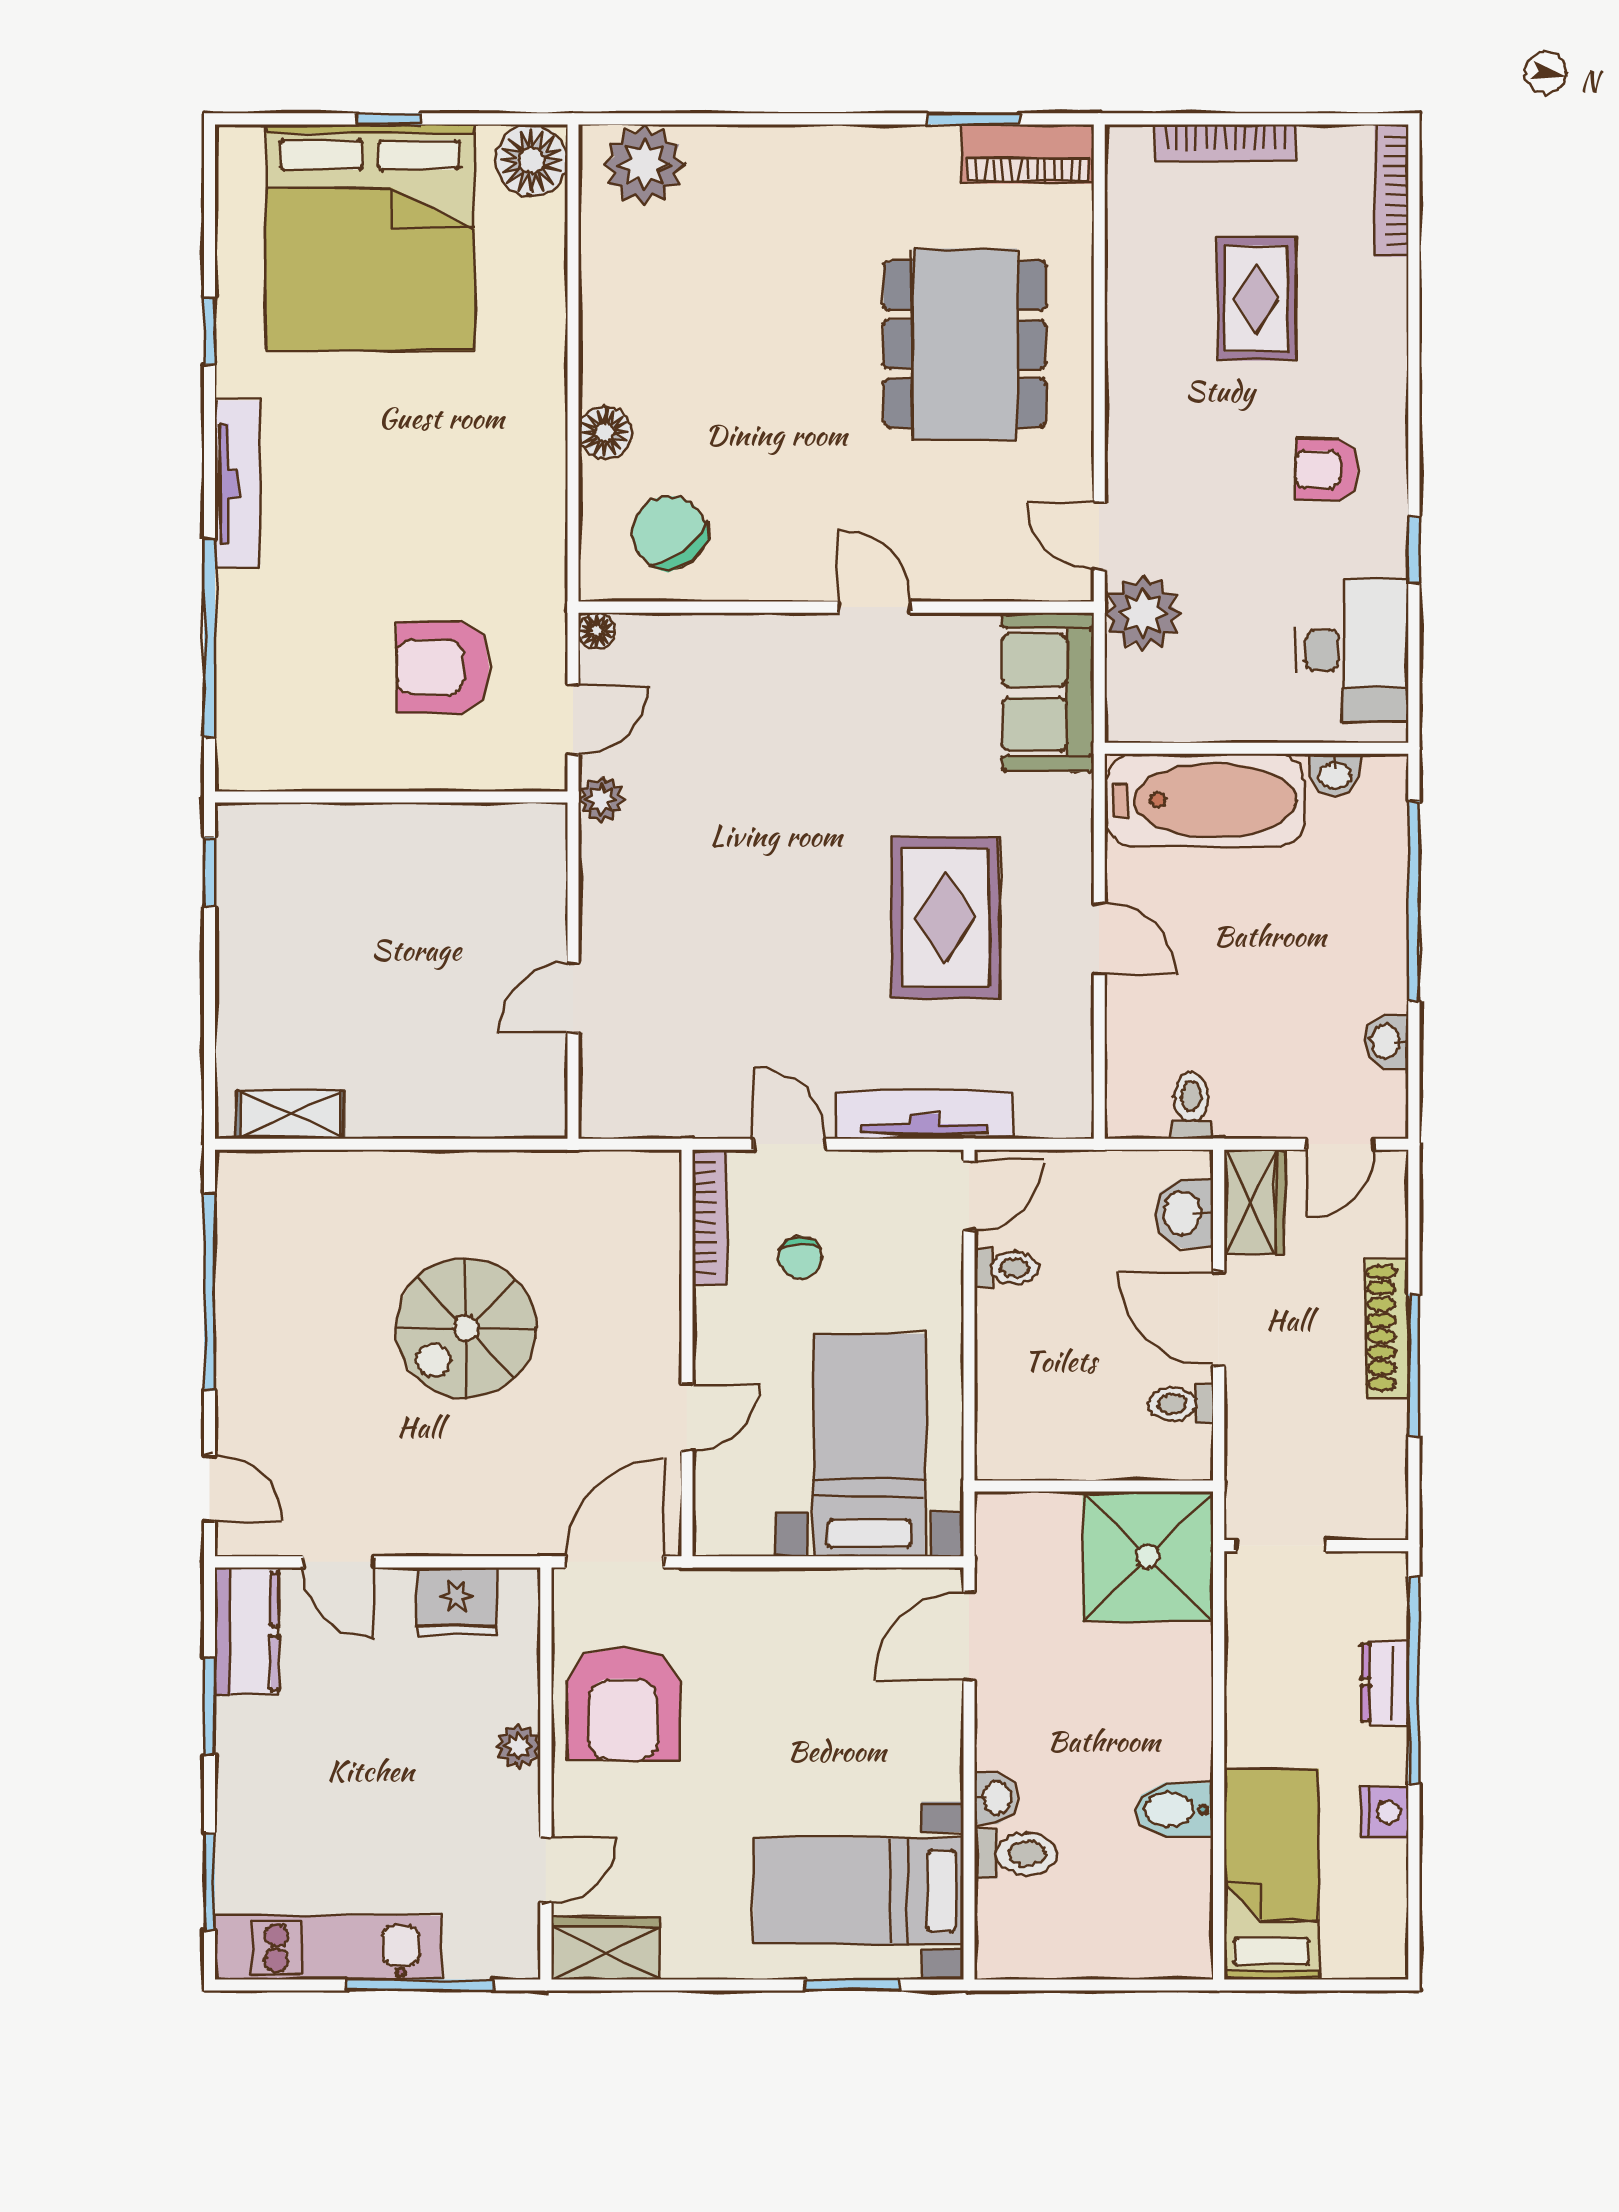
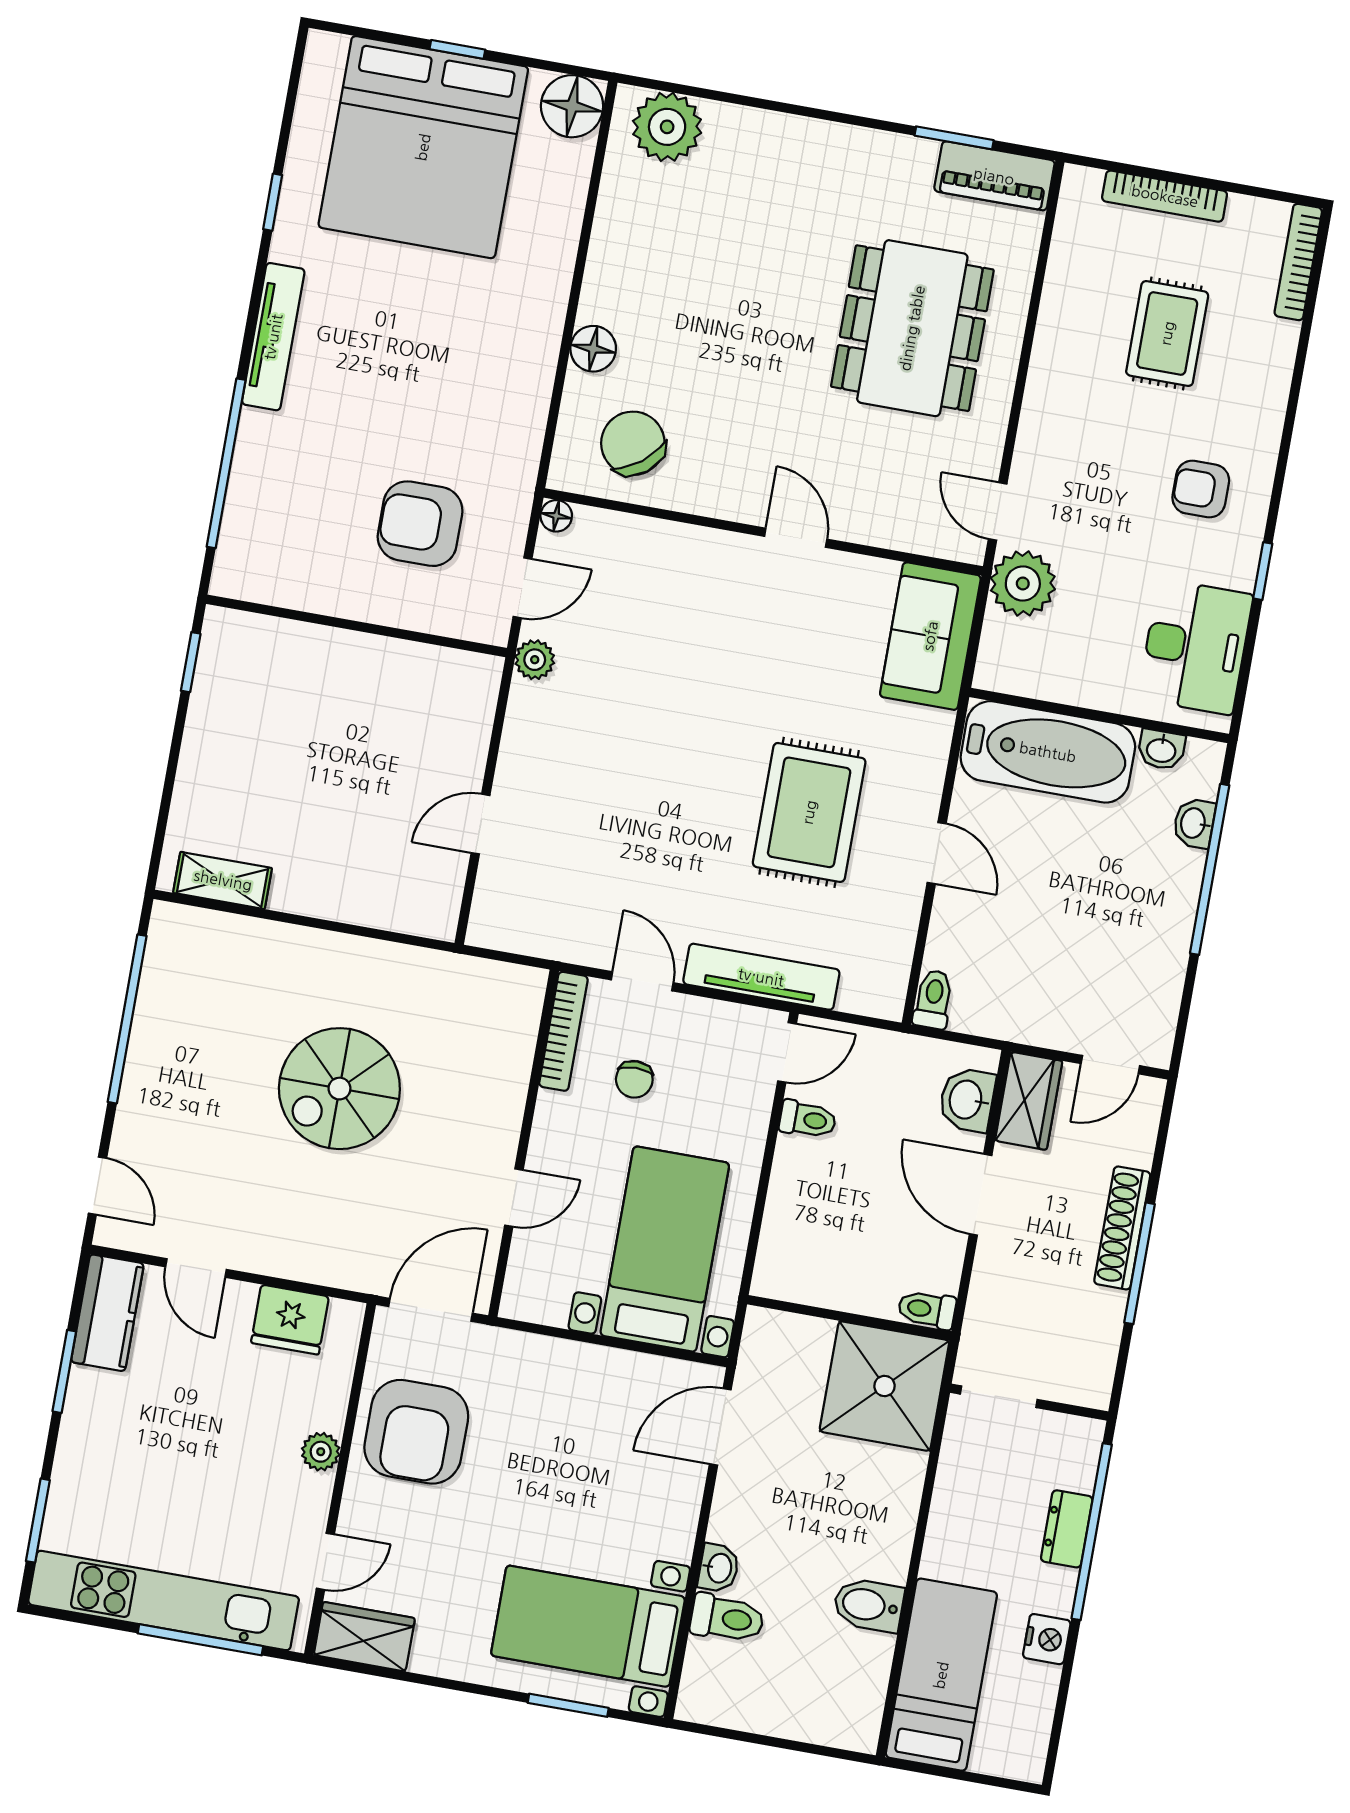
washbasin: (1387, 1041) -> (1194, 823), moved
toilet: (1191, 1106) -> (933, 999), moved
toilet: (1181, 1404) -> (927, 1309), moved
kitchen unit: (328, 1948) -> (164, 1601), width x1.36

